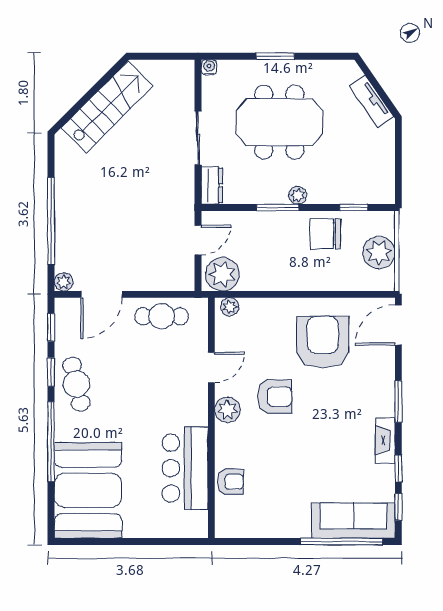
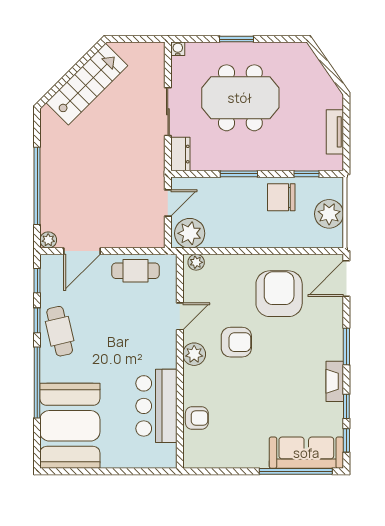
tv unit: (372, 101) -> (335, 132), moved, turned 35
plant: (298, 195) -> (257, 163), removed

